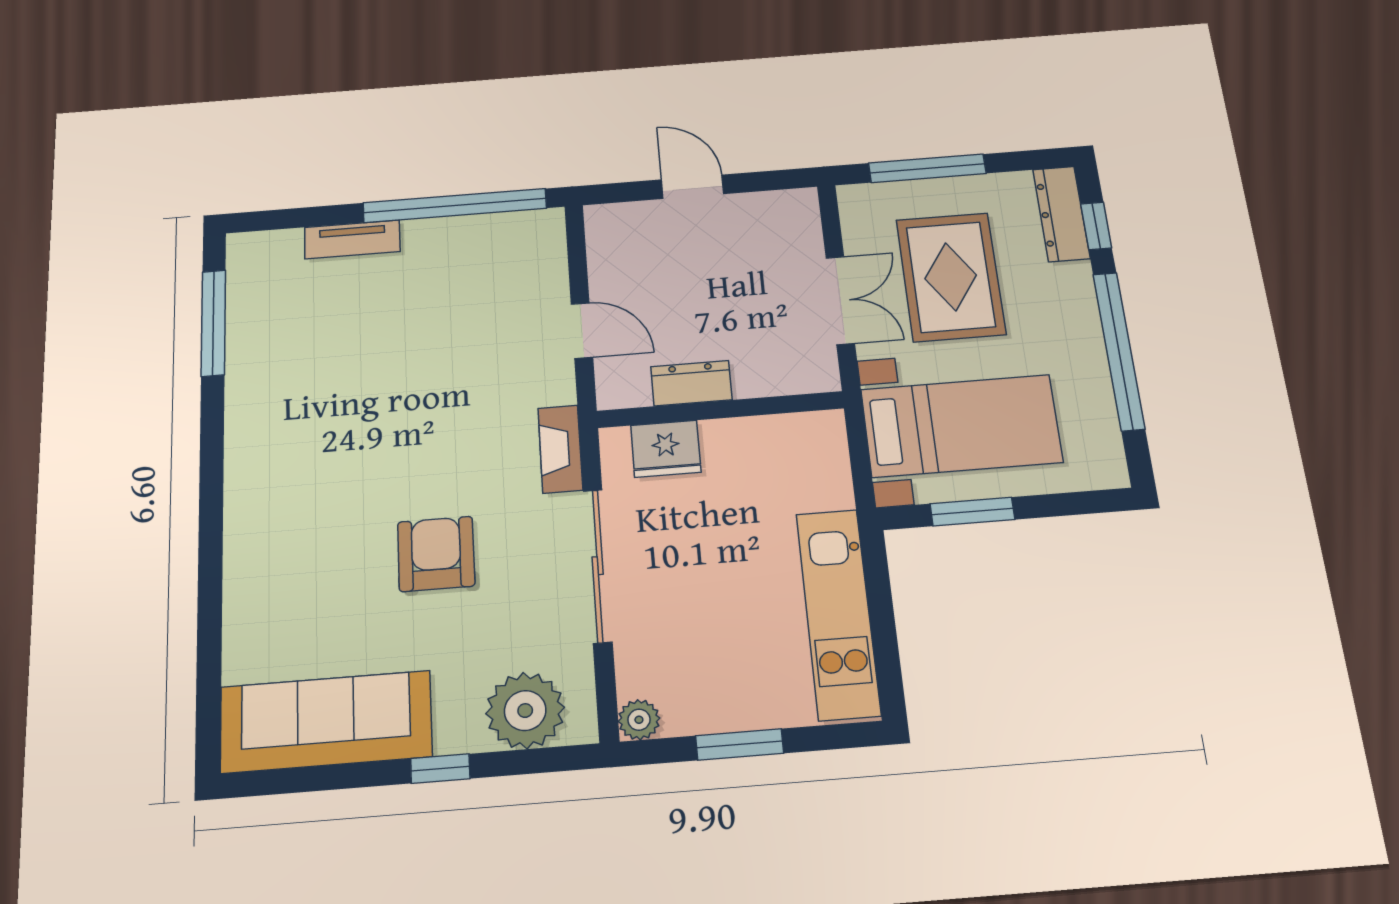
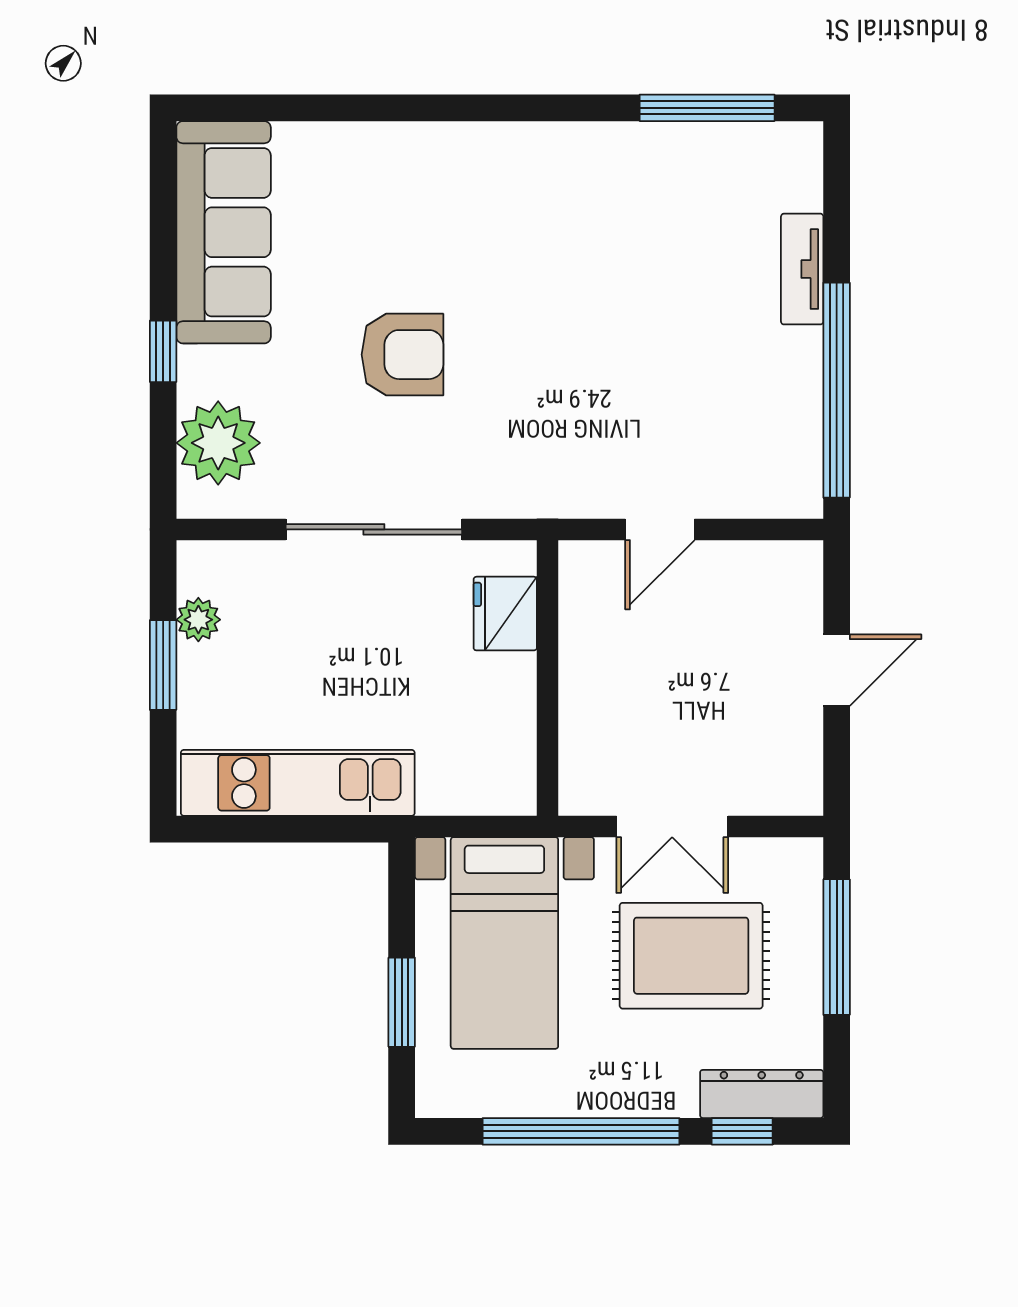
dresser: (691, 383) -> (583, 648), removed
fireplace: (560, 449) -> (515, 497), removed
window: (972, 512) -> (402, 1002), moved
plant: (639, 720) -> (198, 620), moved

